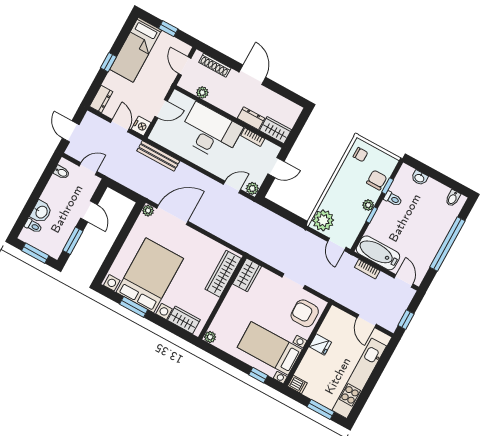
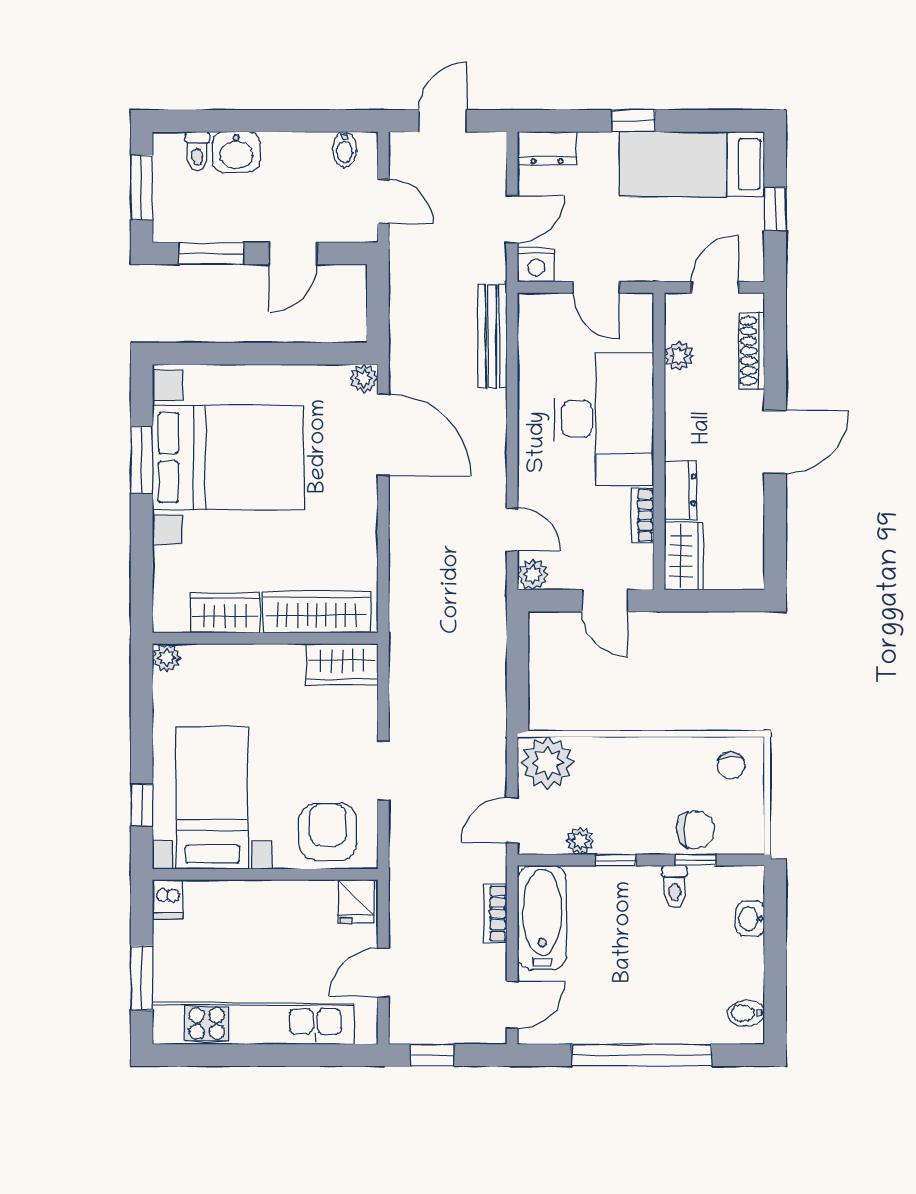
plant: (368, 205) -> (580, 841), moved
wardrobe: (184, 320) -> (225, 613), moved, turned -90
fridge: (320, 344) -> (356, 901), moved

